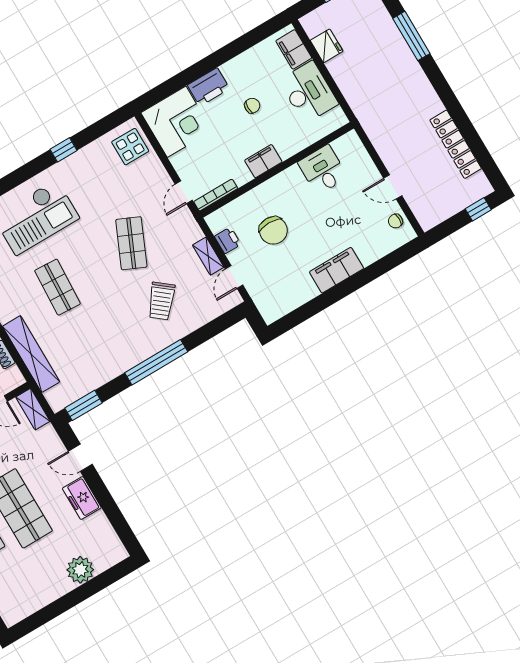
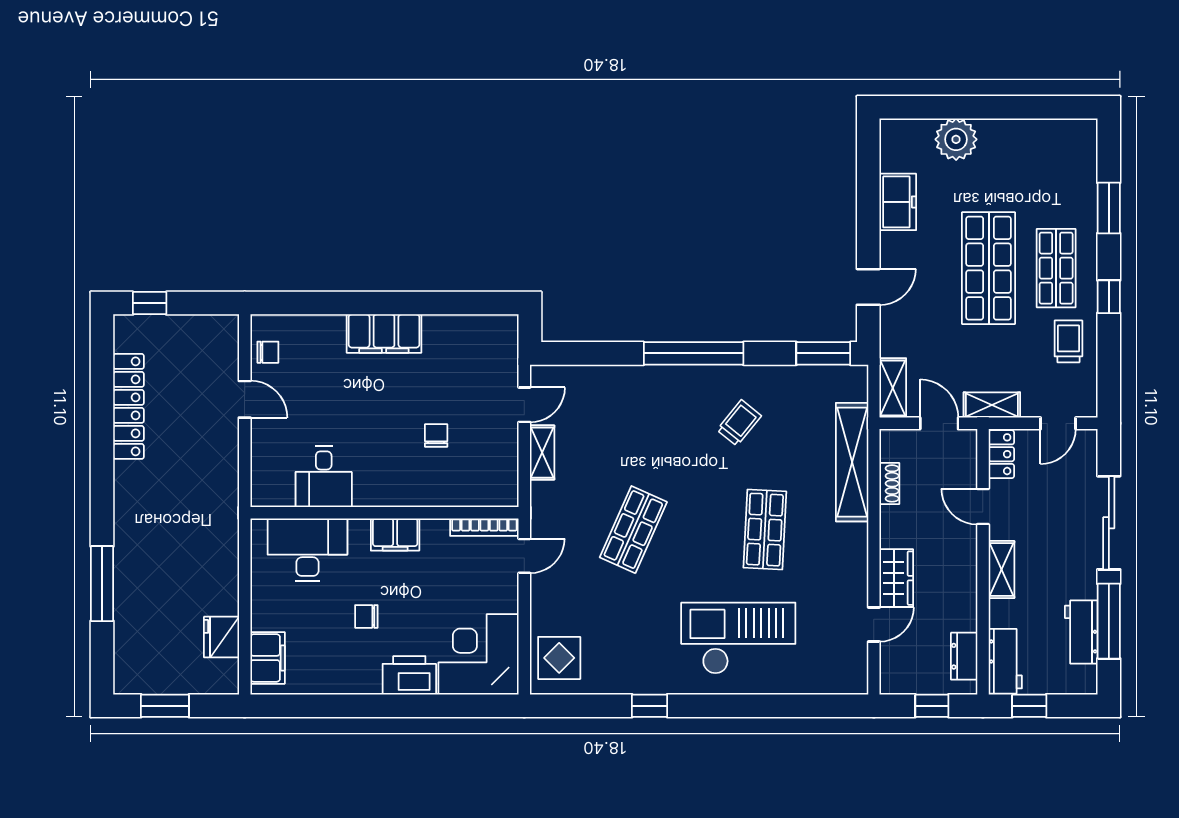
desk: (309, 92) -> (307, 550), moved, turned 90
chair: (273, 230) -> (436, 435), width x0.54, depth x0.54
printer: (228, 240) -> (504, 458), removed
trolley: (161, 301) -> (739, 423), moved, width x0.73, depth x0.72
door: (80, 458) -> (868, 287), hinge flipped
freezer: (82, 498) -> (898, 202), moved

